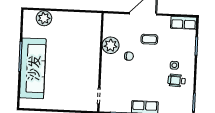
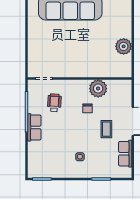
plant: (44, 18) -> (124, 46), moved
row of seats: (184, 23) -> (125, 154), moved
wheelchair: (177, 80) -> (54, 103), moved

